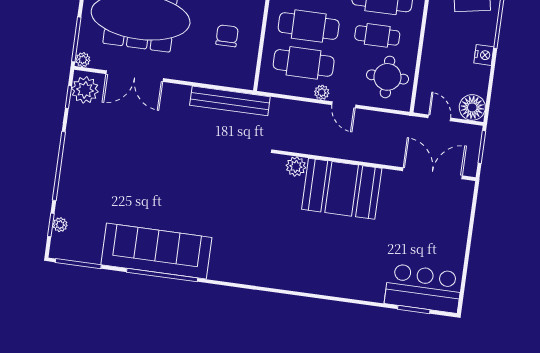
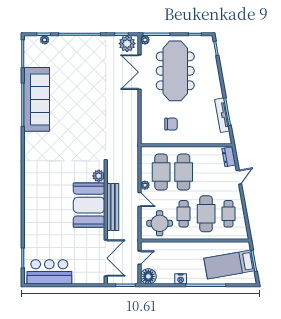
bench: (230, 101) -> (113, 207), moved
door: (344, 105) -> (139, 199), swing flipped
bar counter: (423, 288) -> (49, 272), moved, turned -90

